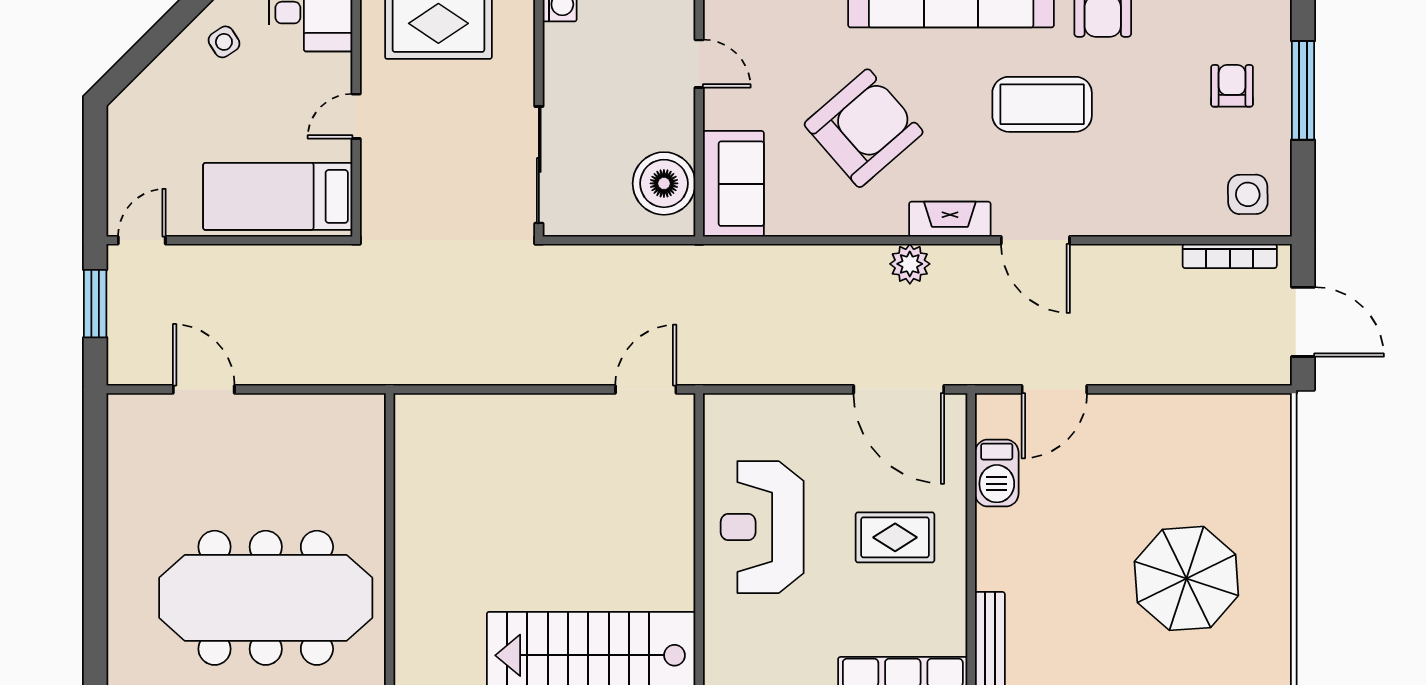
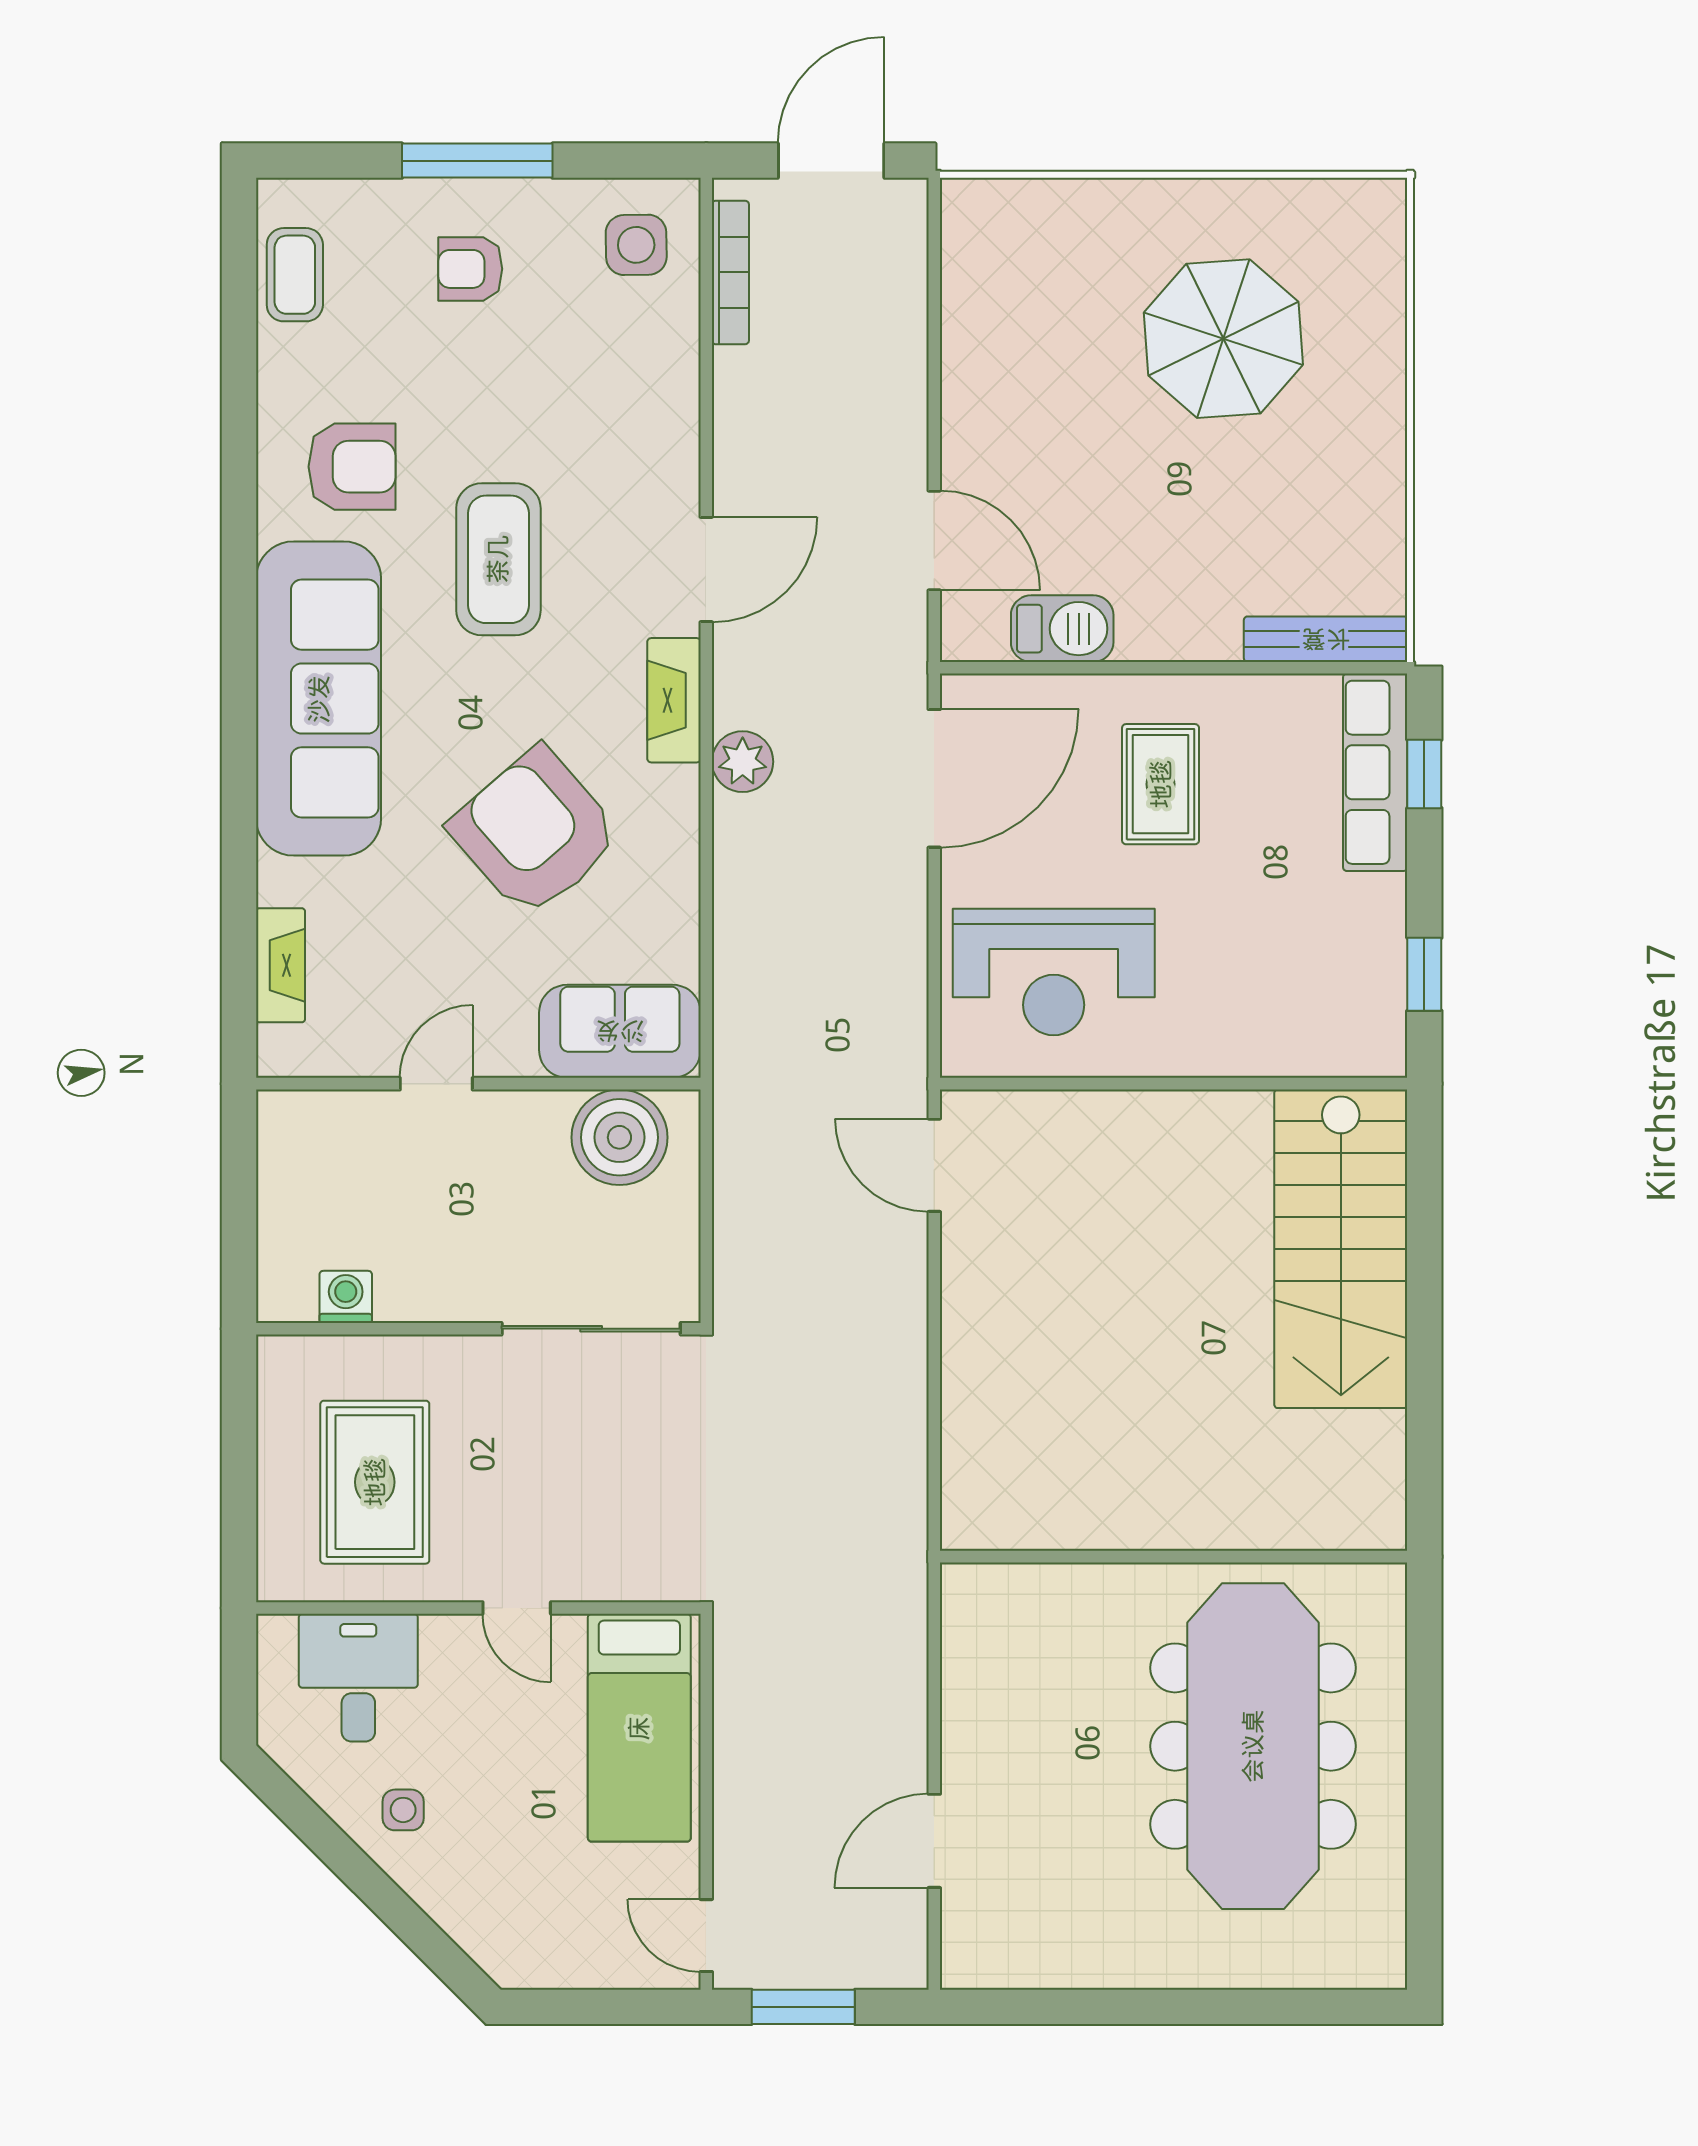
side table: (224, 42) -> (403, 1810), turned 33
reception desk: (762, 527) -> (1054, 972), moved

